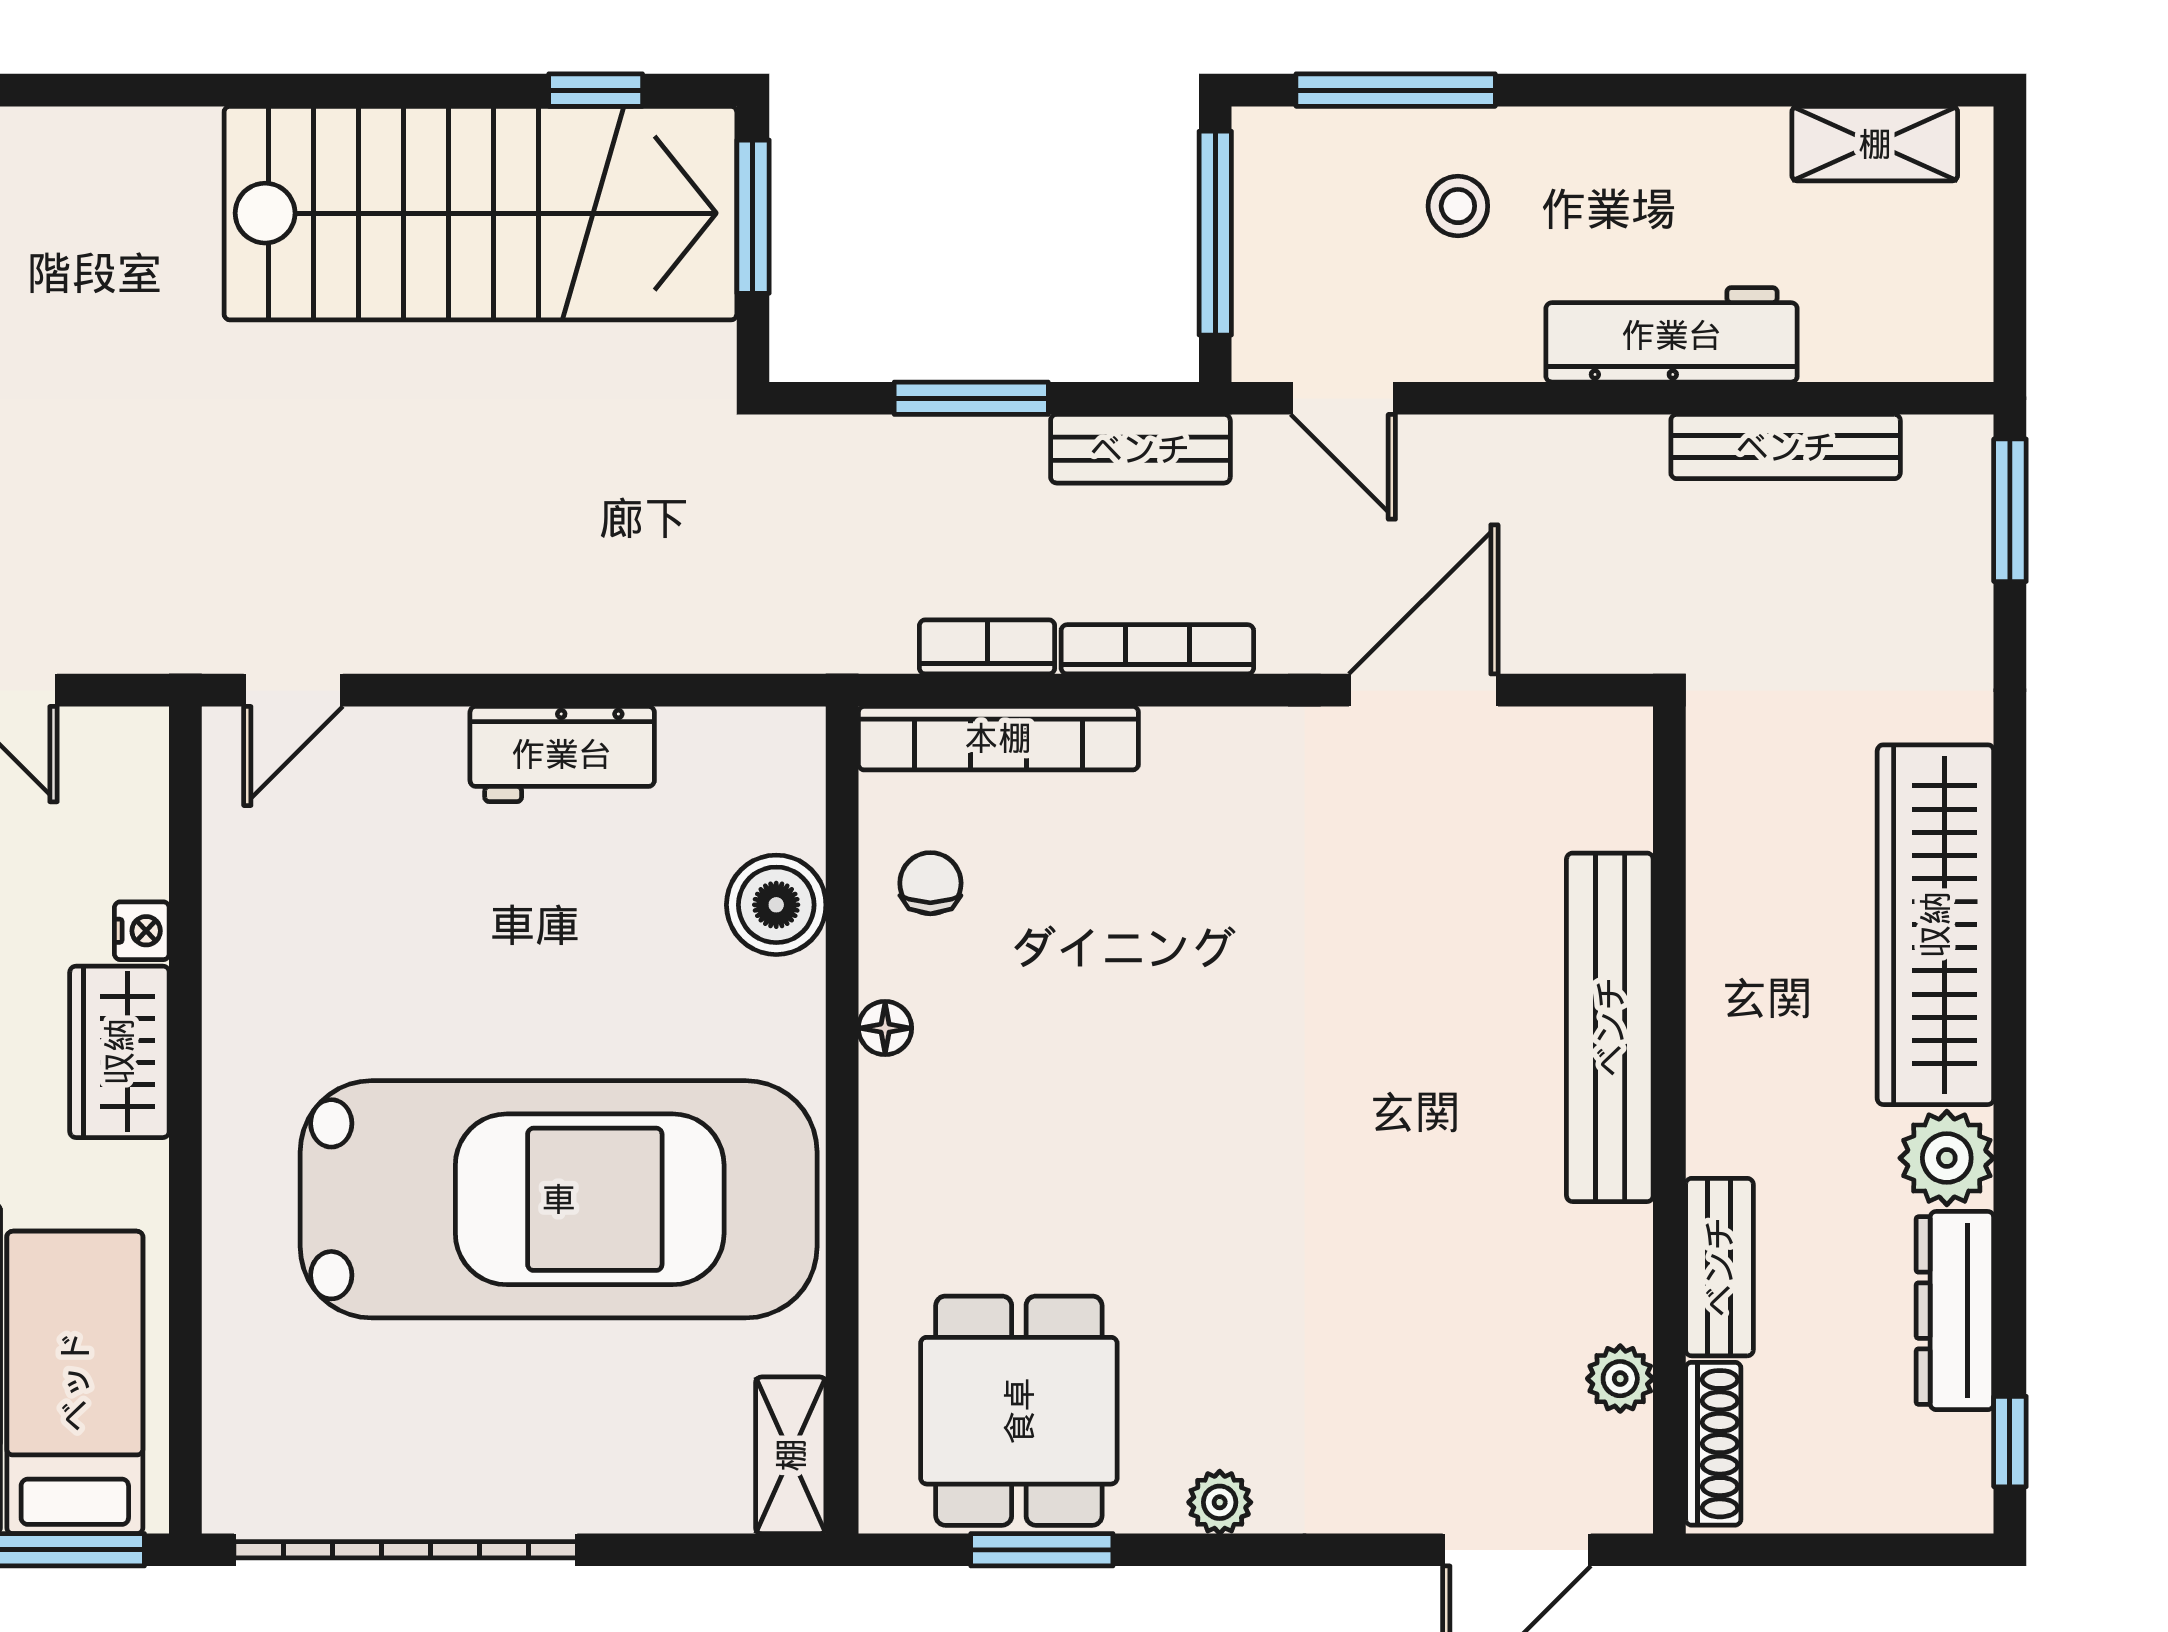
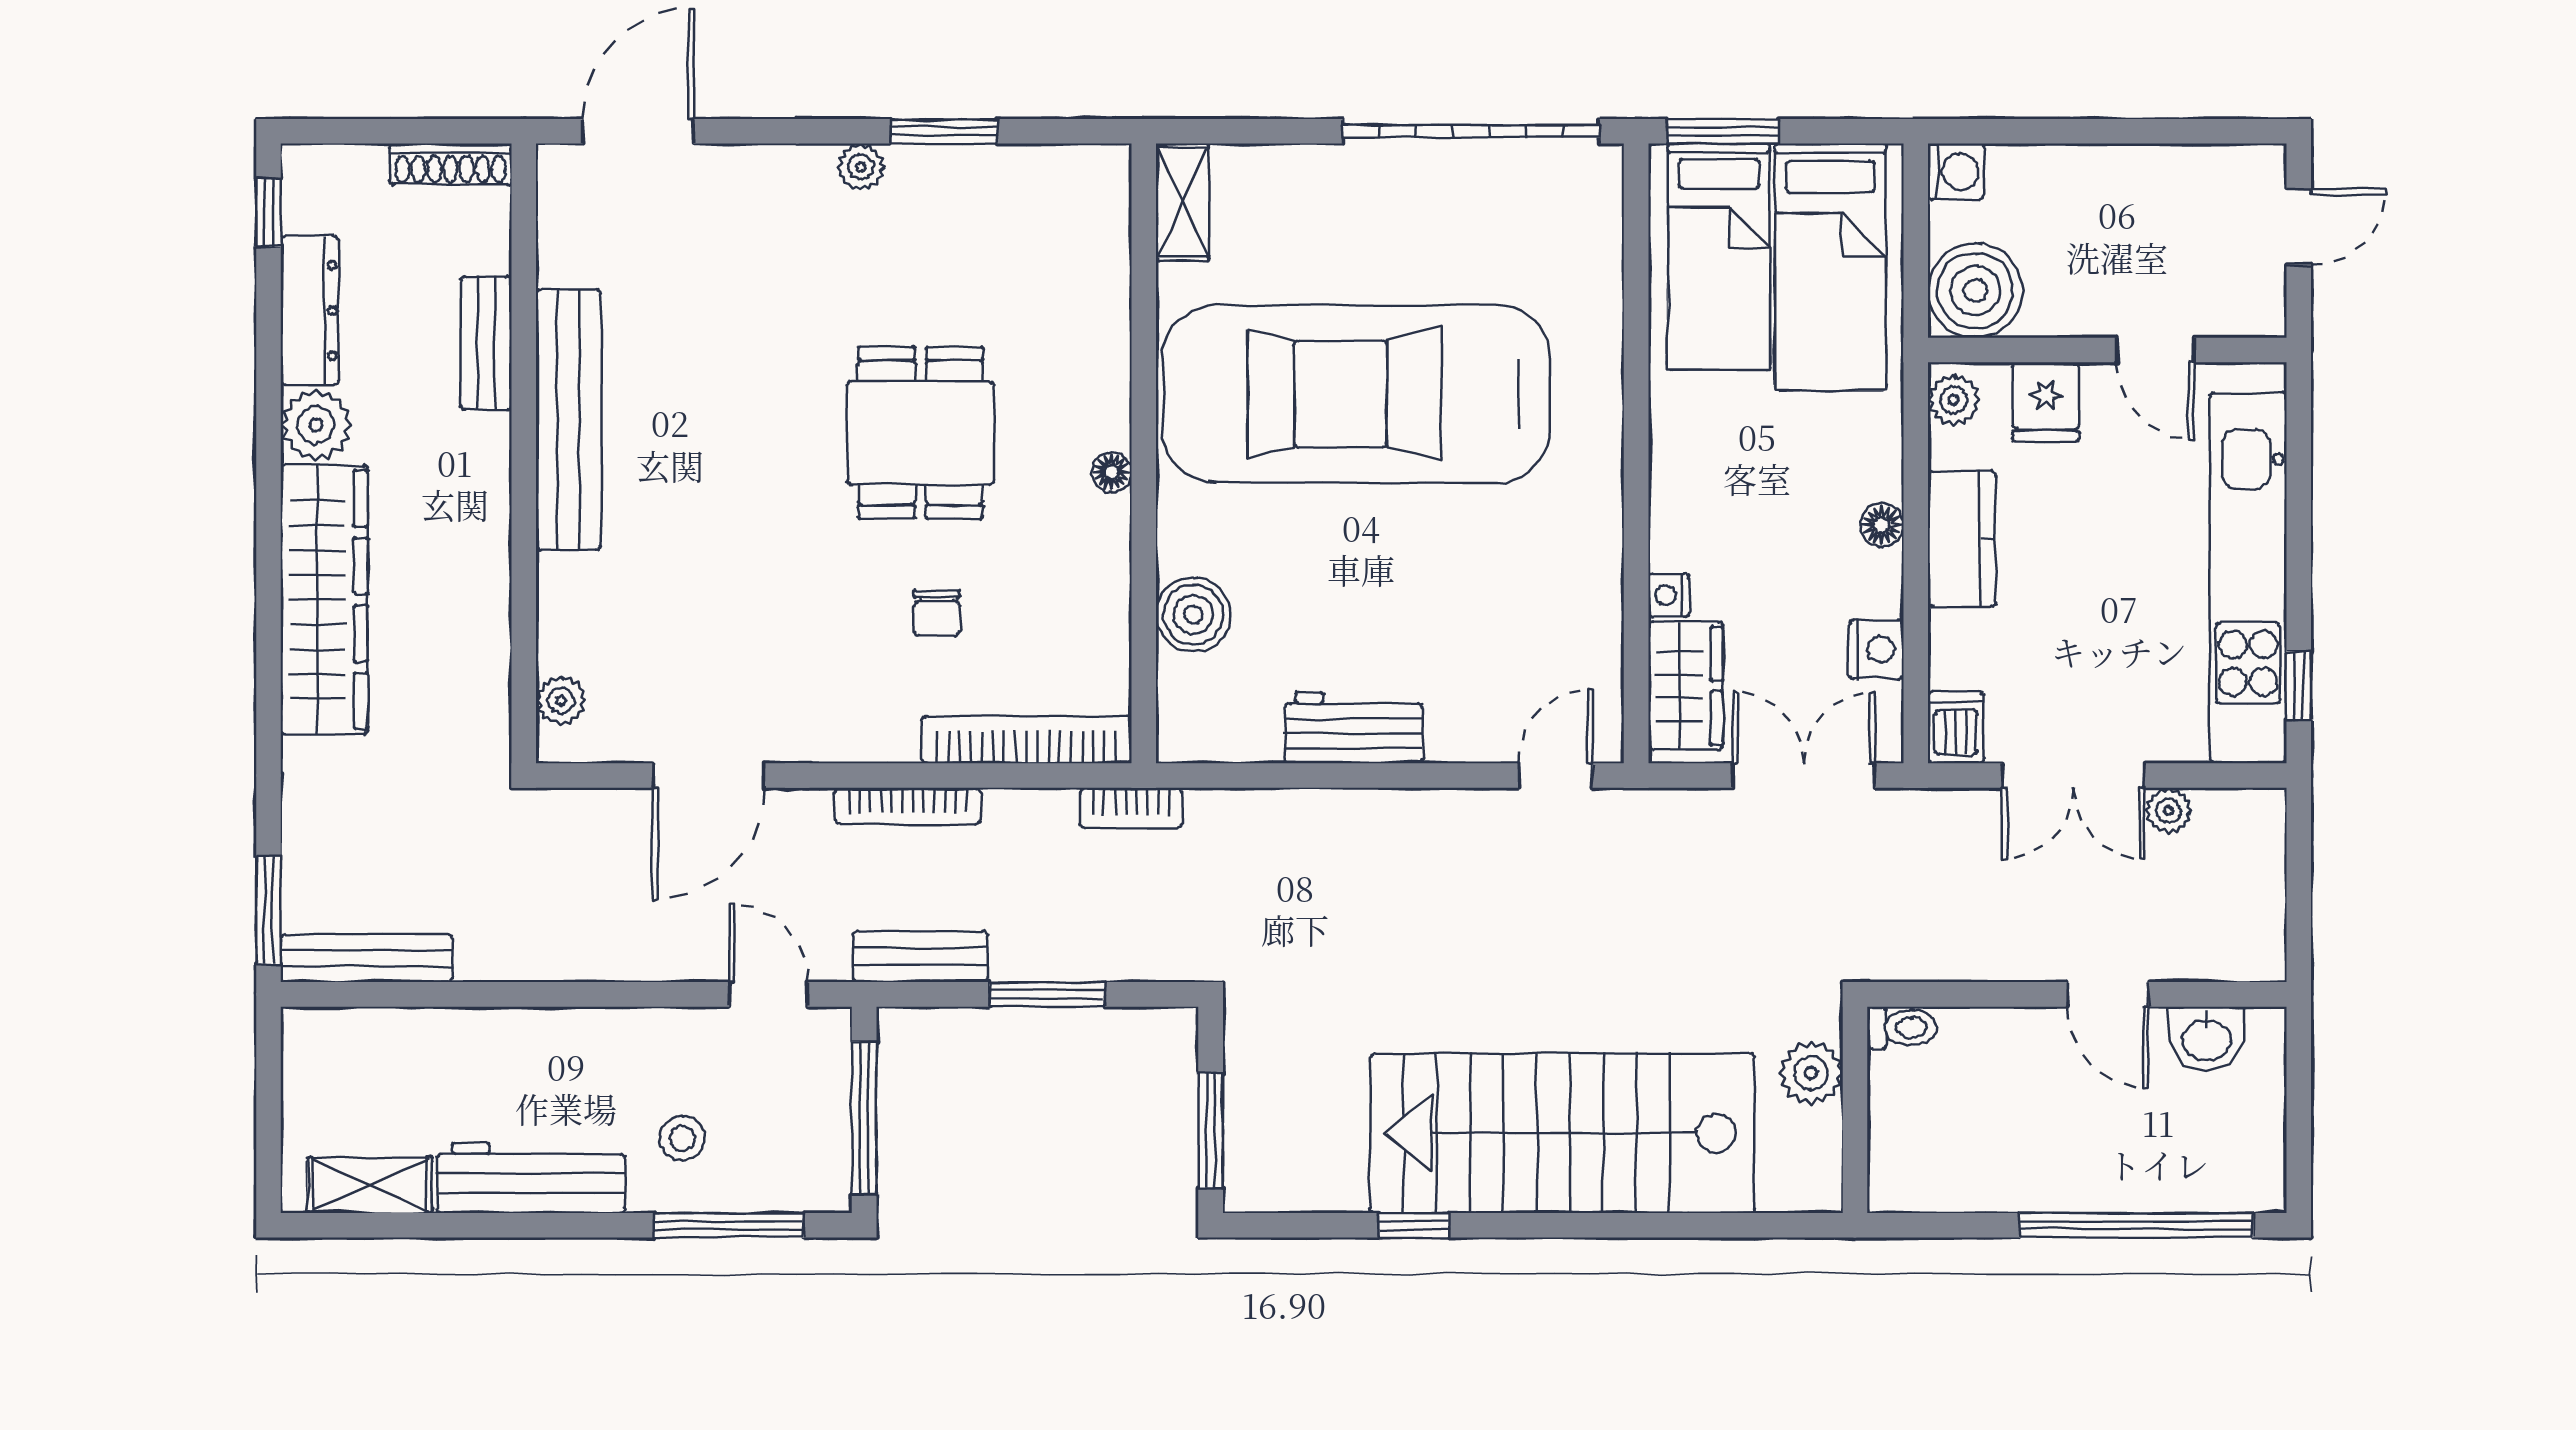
window: (596, 90) -> (1415, 1225), moved
stairs: (480, 213) -> (1562, 1133), moved
workbench: (1672, 335) -> (531, 1178), moved, turned 180
bench: (1786, 447) -> (367, 958), moved
bookcase: (987, 647) -> (1131, 808), moved
chair: (930, 883) -> (937, 613), moved
bench: (1610, 1027) -> (568, 420), moved
floor lamp: (885, 1028) -> (1112, 472), moved
wardrobe: (119, 1052) -> (1686, 686), moved
plant: (1620, 1379) -> (561, 701), moved
dining table: (1019, 1411) -> (921, 433), moved
shoe rack: (1713, 1444) -> (451, 164), moved, turned -90
window: (1042, 1550) -> (944, 131), moved

